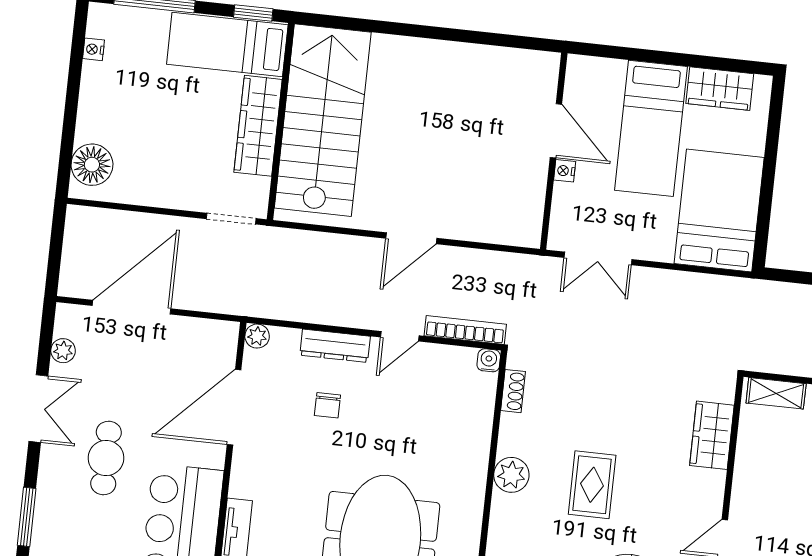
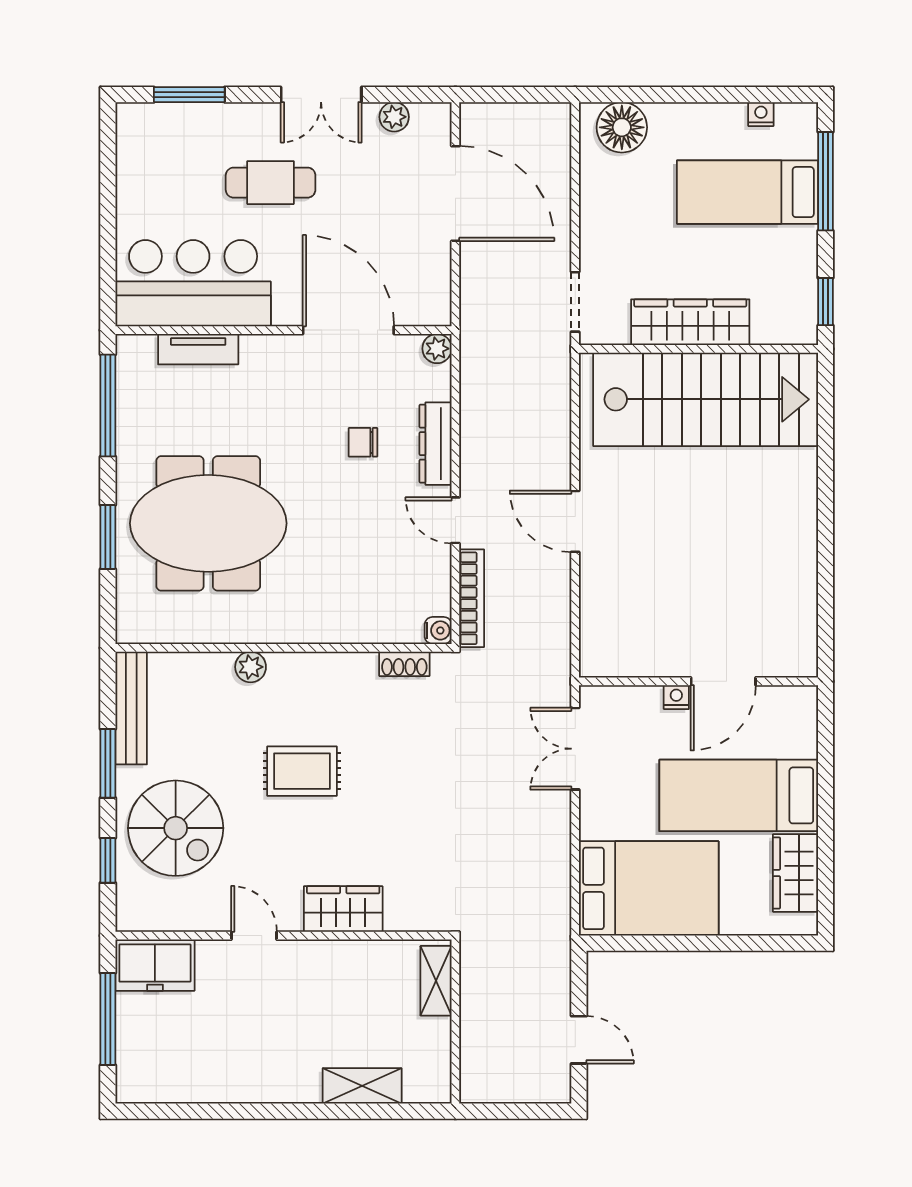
bed: (227, 45) -> (747, 192), moved, turned -90
wardrobe: (712, 435) -> (343, 909), moved
plant: (511, 475) -> (251, 667), moved, width x0.73, depth x0.73

